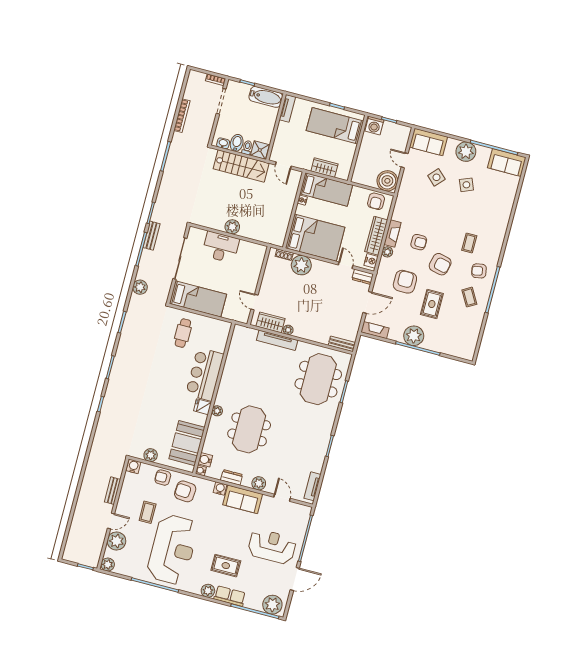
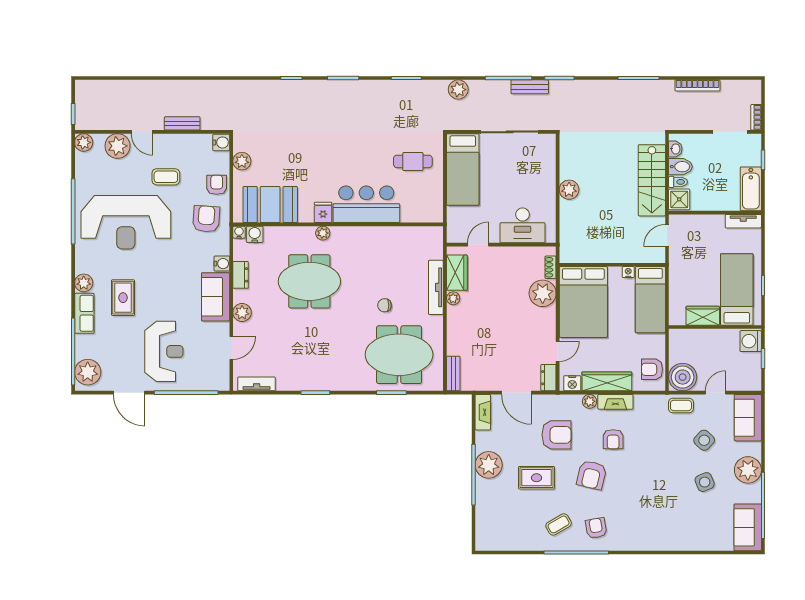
wardrobe: (324, 168) -> (703, 316), moved, turned -90
coffee table: (469, 243) -> (681, 405), moved
desk: (221, 247) -> (523, 225), moved, turned 90
chair: (280, 380) -> (385, 305), added

